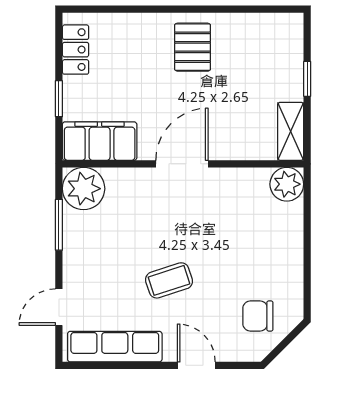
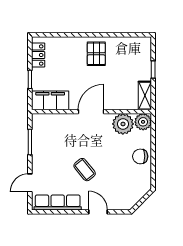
plant: (84, 189) -> (123, 124), moved
coffee table: (169, 280) -> (85, 170), turned 69
chair: (258, 316) -> (140, 156), moved

